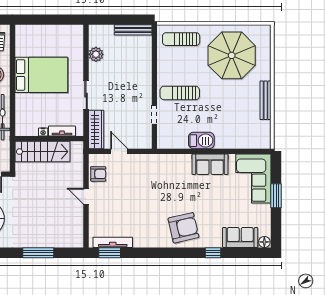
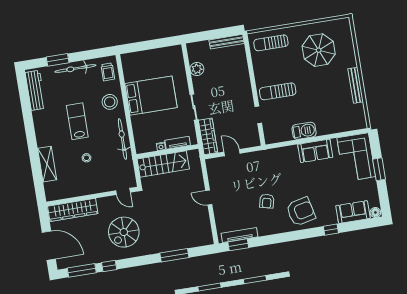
parasol: (232, 55) -> (319, 50), width x0.73, depth x0.73
armchair: (98, 174) -> (267, 201), moved, turned 104

